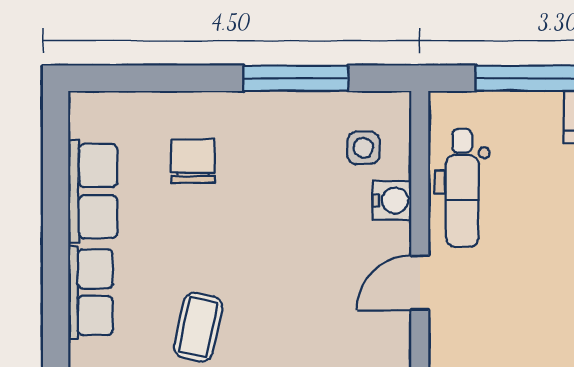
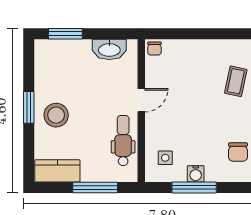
water cooler: (392, 200) -> (196, 174), moved, turned -90

